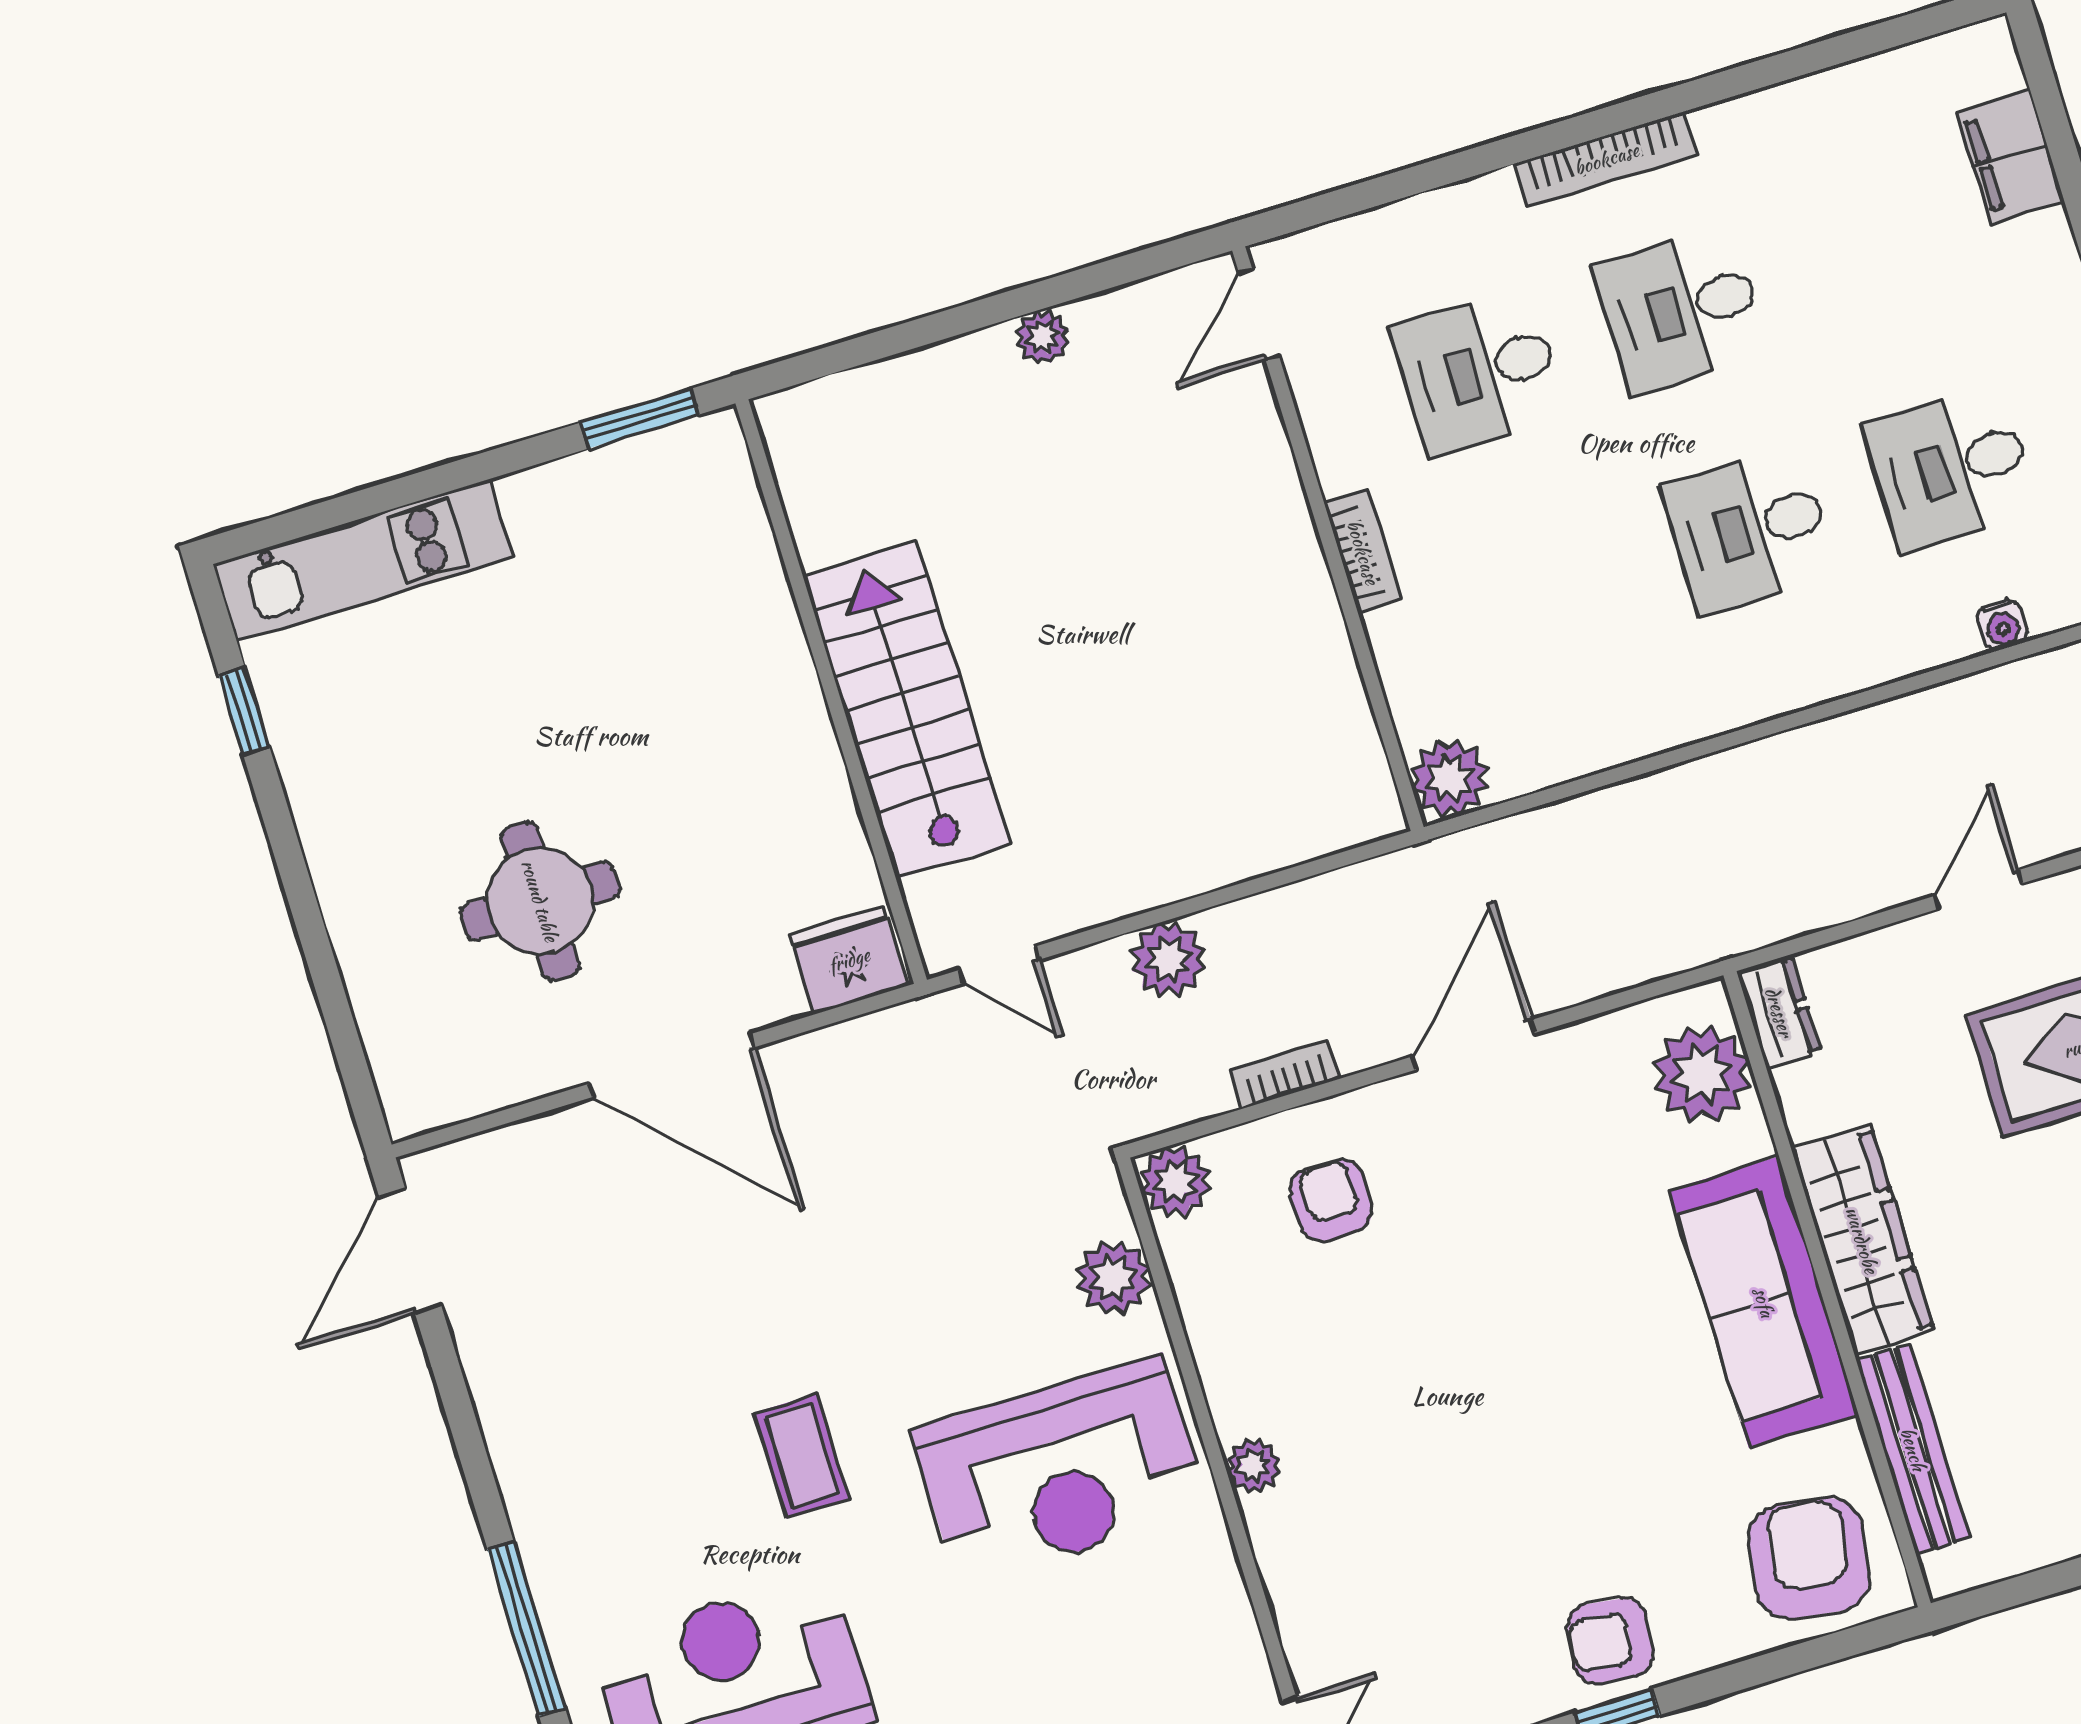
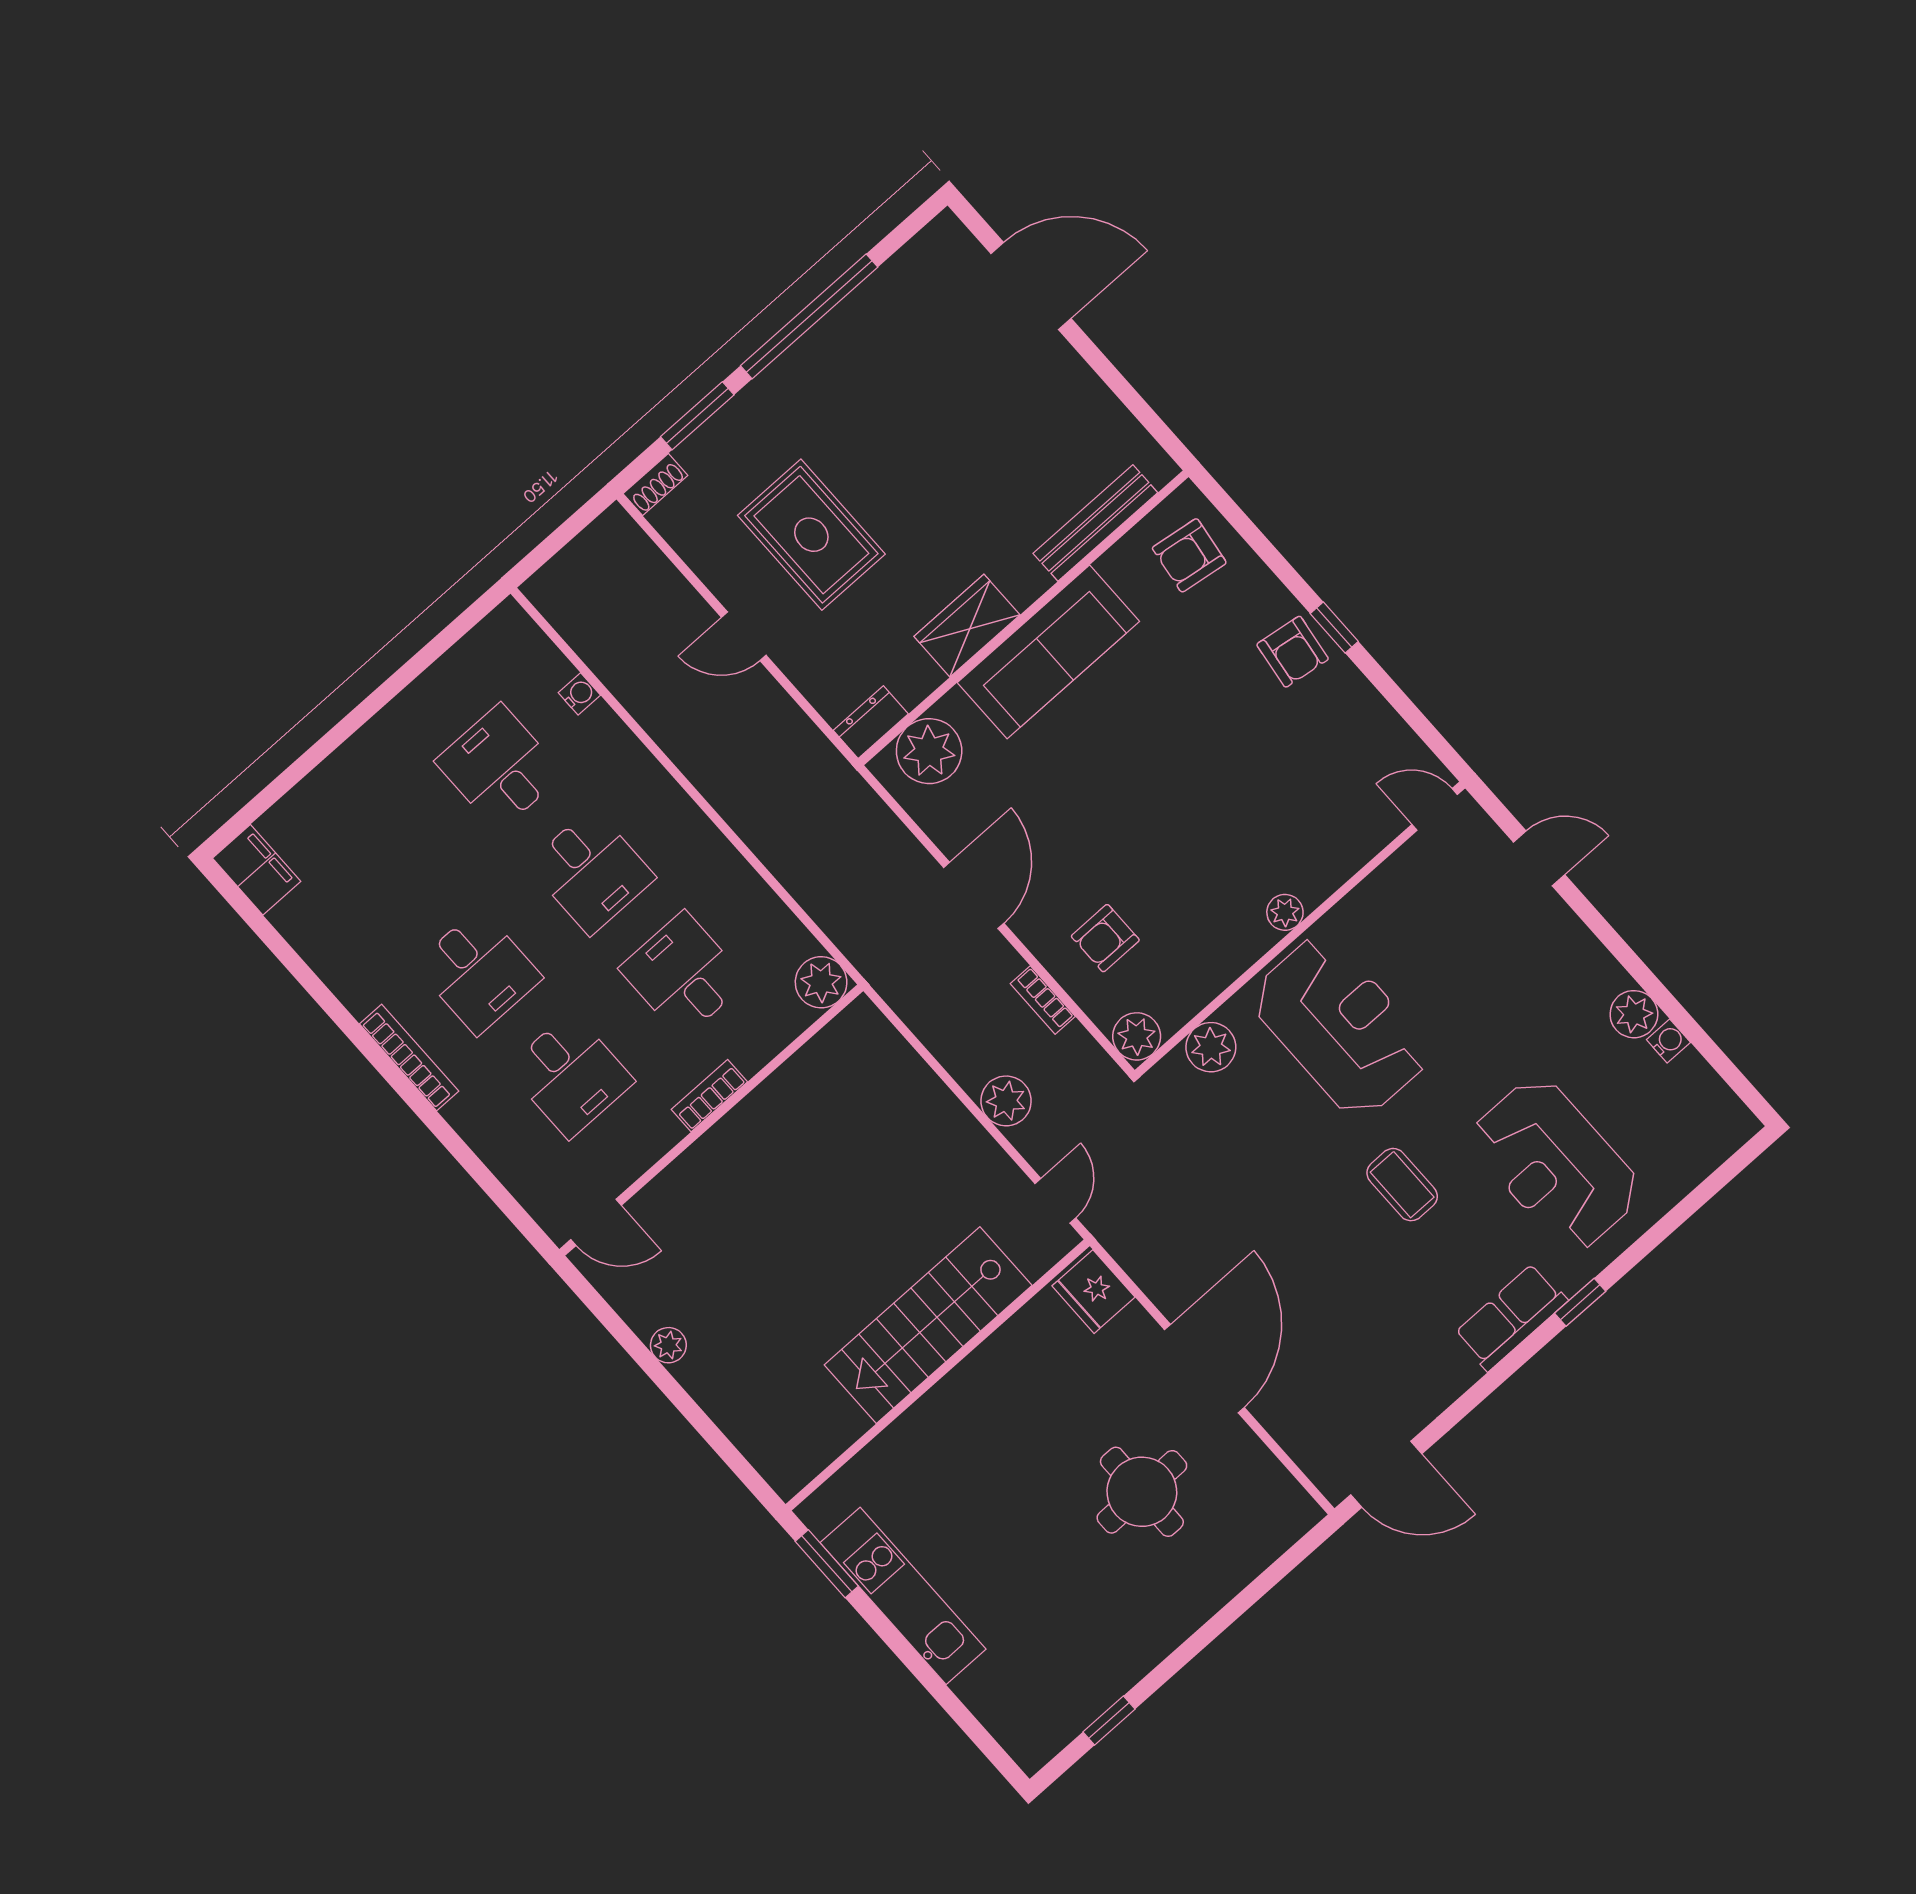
filing cabinet: (2010, 157) -> (257, 870), moved, turned -90
desk: (1951, 468) -> (499, 768), turned 180
kitchen unit: (363, 560) -> (903, 1596), moved
desk: (1547, 592) -> (683, 975), added
door: (1473, 1045) -> (974, 895), swing flipped
wardrobe: (1862, 1240) -> (967, 626), width x0.67
coffee table: (802, 1456) -> (1402, 1185), turned 90
row of seats: (549, 1523) -> (1511, 1317), added
armchair: (1809, 1558) -> (1189, 555), width x0.72, depth x0.72
window: (526, 1629) -> (1580, 1302), width x0.46

